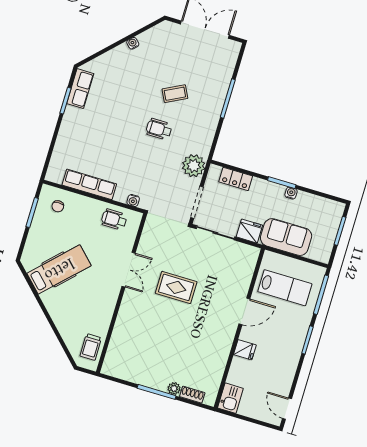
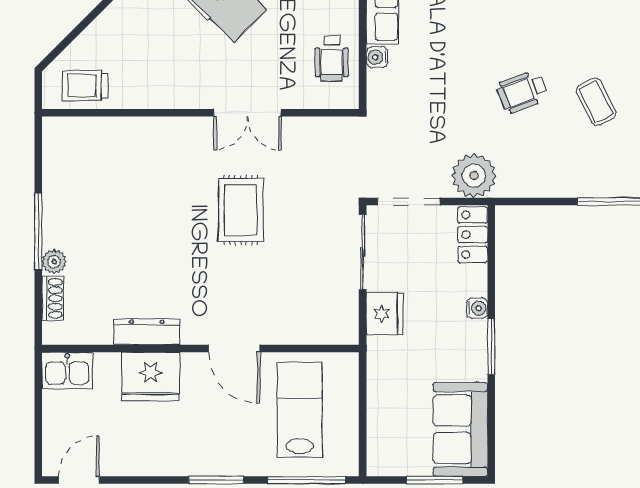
wheelchair: (159, 129) -> (522, 92), turned -110
locker: (236, 179) -> (473, 235), moved
water cooler: (291, 193) -> (477, 308), moved
water cooler: (133, 200) -> (377, 57), moved
wheelchair: (114, 219) -> (332, 59), turned 180
sofa: (286, 237) -> (460, 429), moved, turned 180
lab bench: (285, 288) -> (300, 410), turned 180
fridge: (245, 350) -> (151, 377), width x1.88, depth x1.34
dresser: (223, 353) -> (147, 332), added

